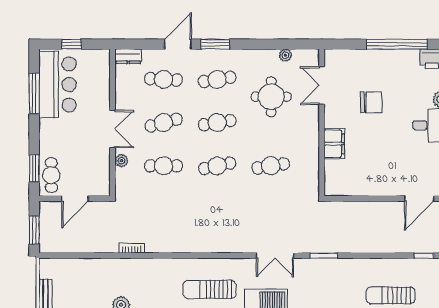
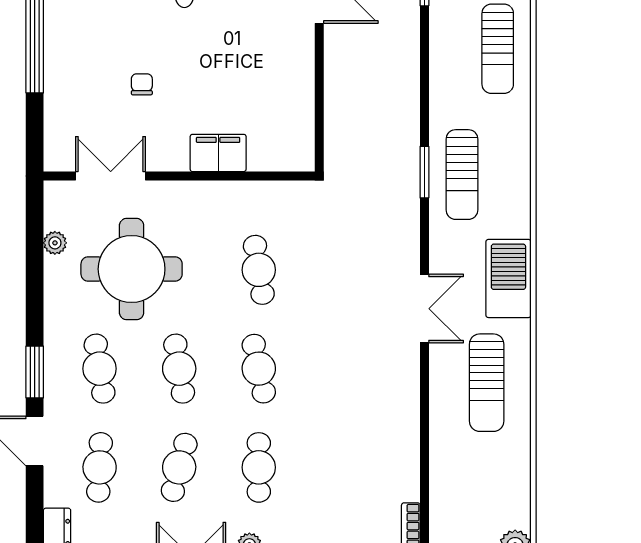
double door: (322, 85) -> (111, 176), swing flipped
round table: (271, 97) -> (132, 269), width x1.36, depth x1.36
chair: (371, 102) -> (142, 84), width x0.54, depth x0.54
cafe table: (164, 123) -> (179, 467), turned 30
double door: (275, 256) -> (424, 309), moved
sun lounger: (322, 276) -> (462, 175), added

